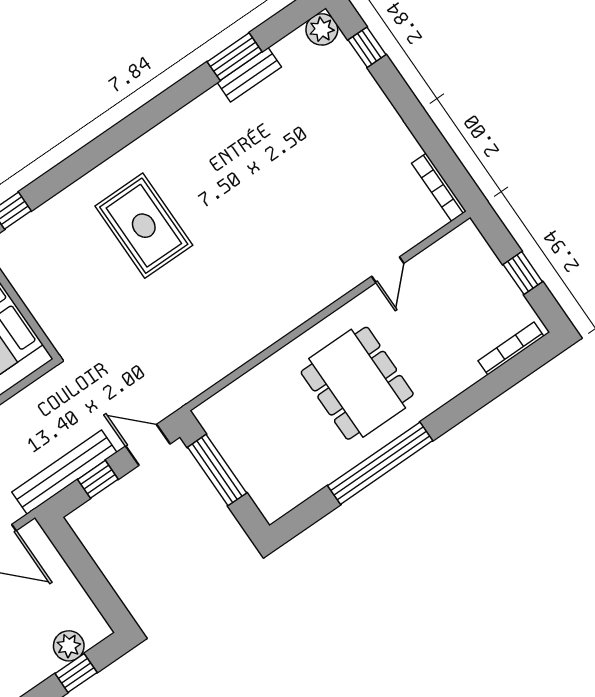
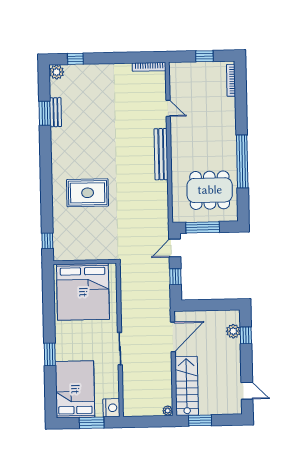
dining table: (357, 383) -> (210, 190), moved
bench: (64, 472) -> (161, 154), moved

